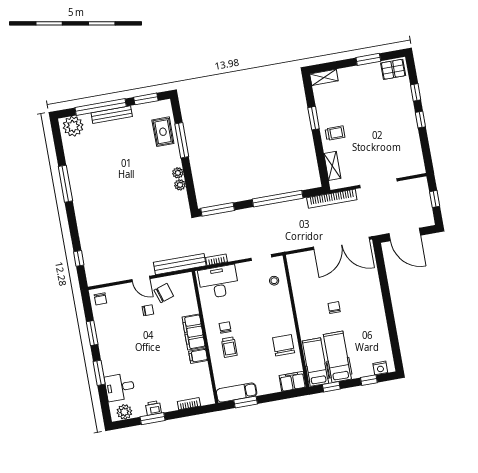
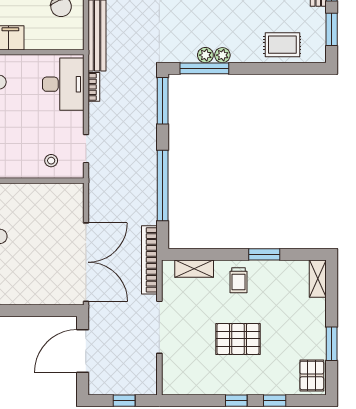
pallet: (377, 126) -> (238, 339), added
window: (182, 140) -> (204, 68), moved
double door: (341, 243) -> (86, 262), swing flipped

